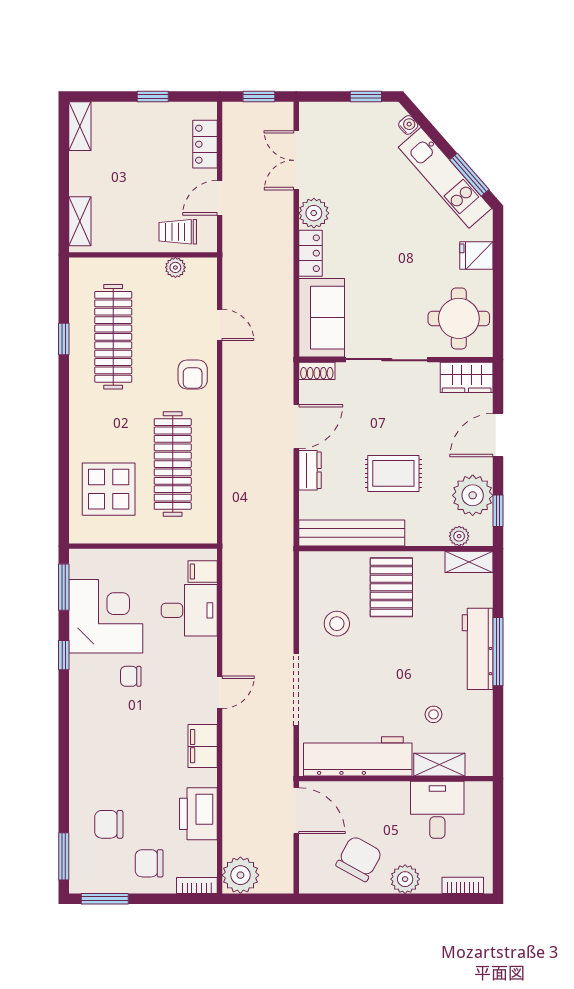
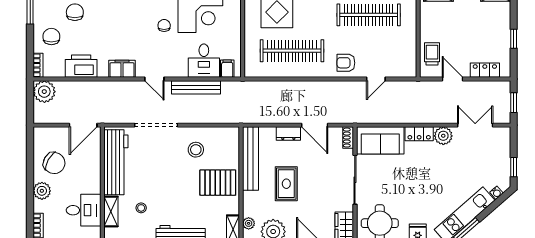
plant: (175, 267) -> (410, 52), removed
bench: (233, 623) -> (196, 87), added

